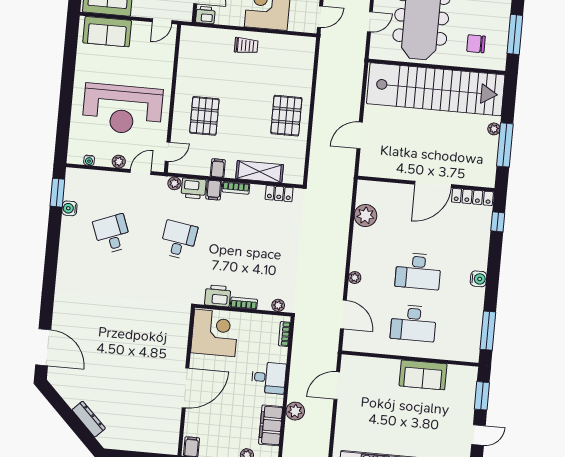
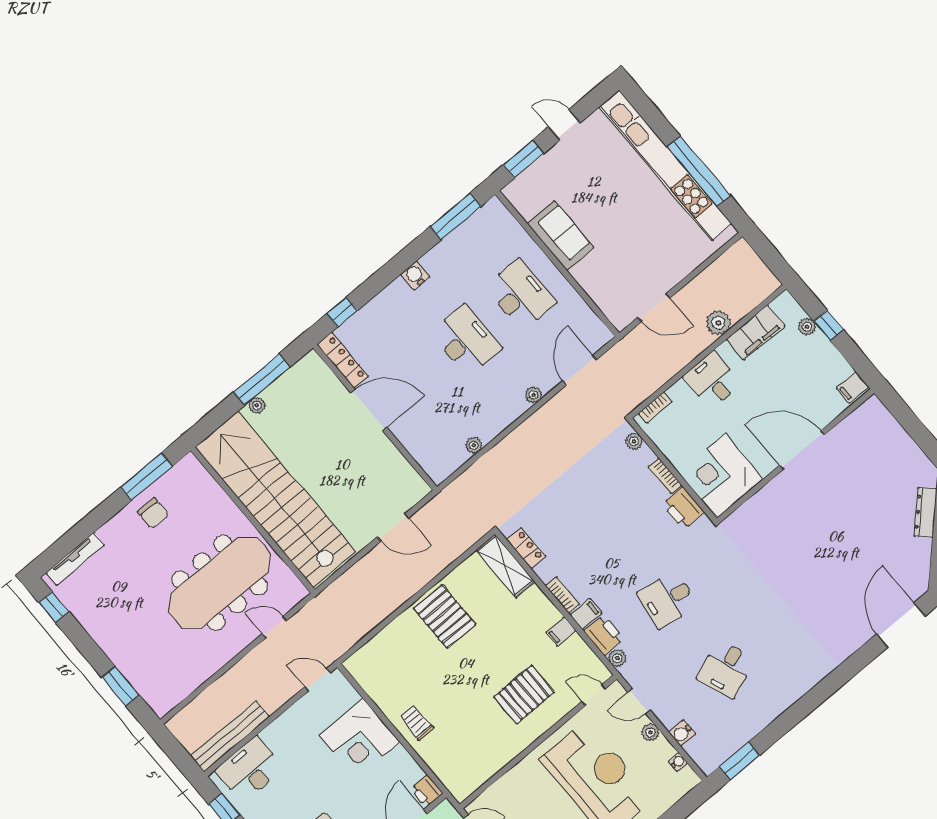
chair: (476, 44) -> (153, 513), moved
pallet: (286, 116) -> (445, 617), turned 90
shelving: (260, 172) -> (505, 566), moved
water cooler: (69, 208) -> (682, 733), moved, turned 90
plant: (365, 216) -> (474, 445), width x0.53, depth x0.53

